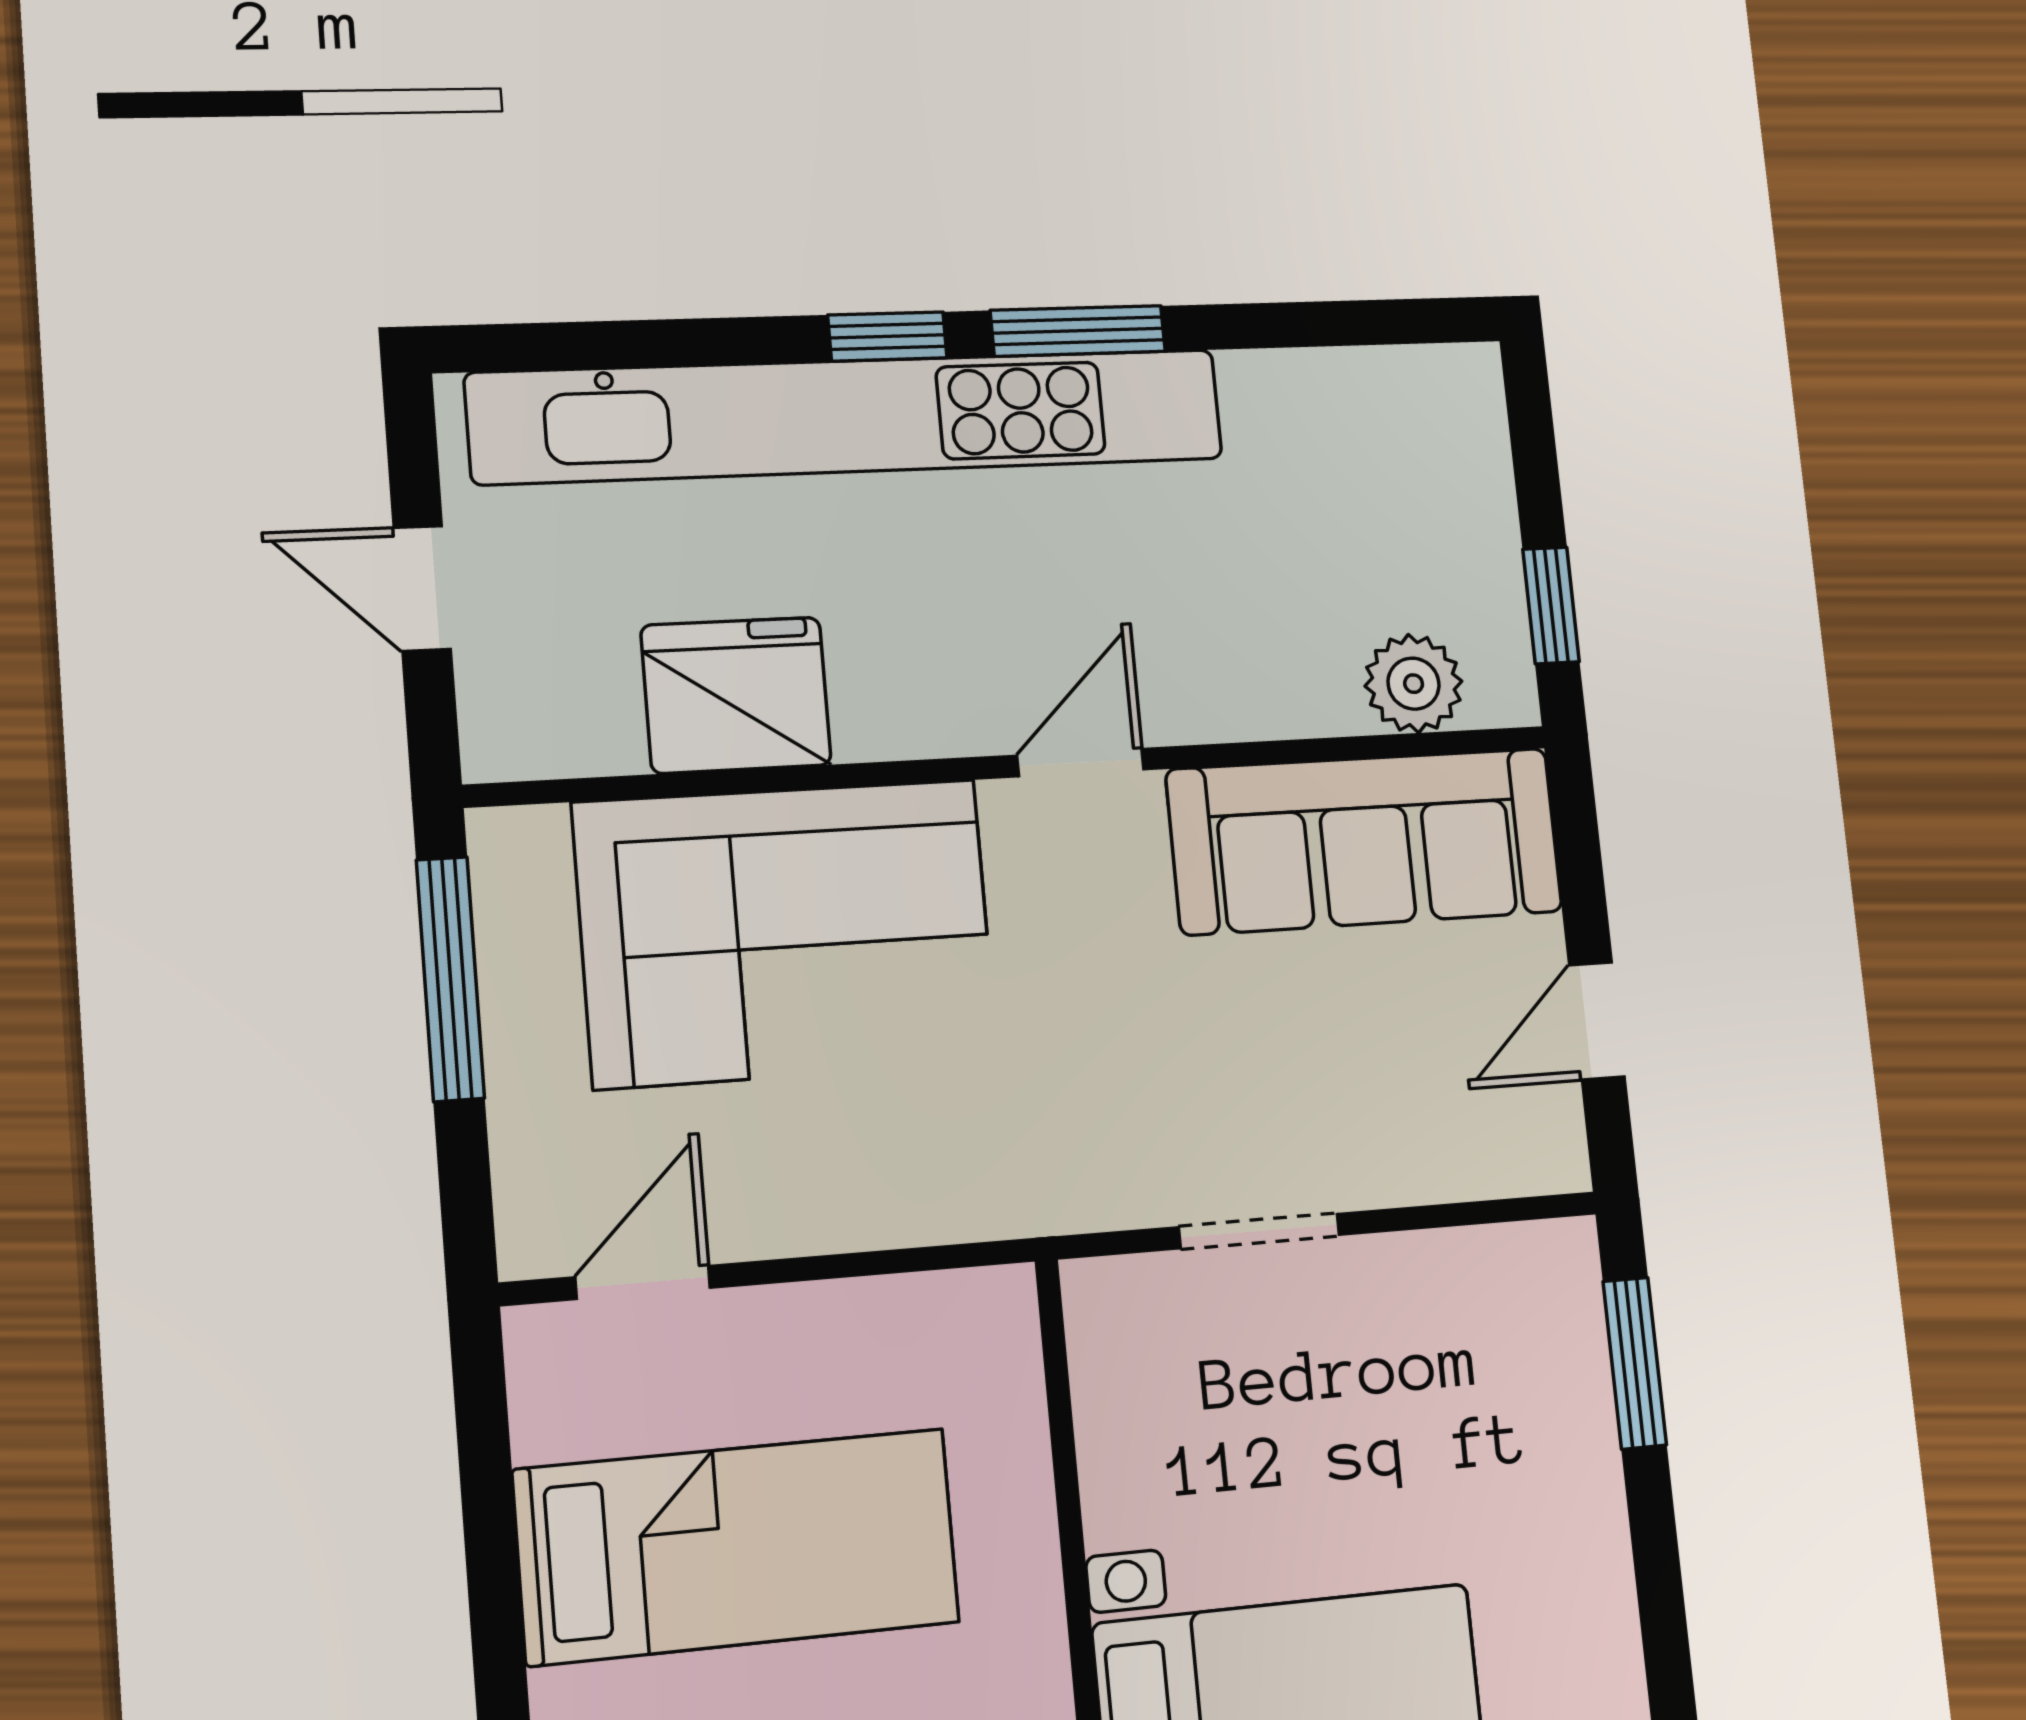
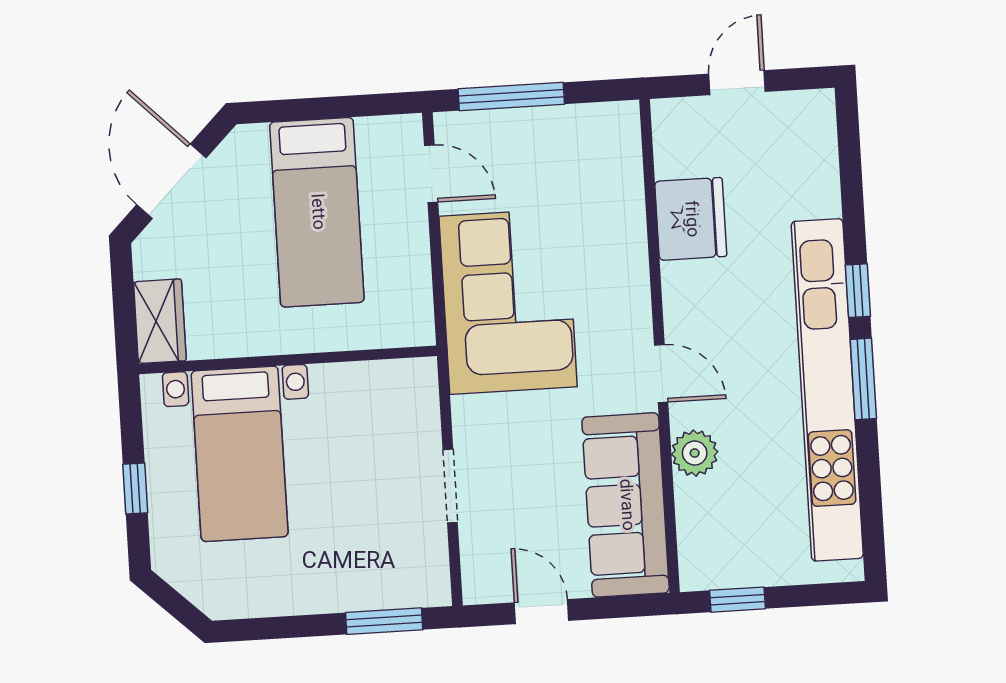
kitchen unit: (850, 416) -> (827, 390), moved
plant: (1414, 684) -> (695, 453), moved
corner sofa: (786, 933) -> (508, 301), moved, turned 180
window: (450, 979) -> (511, 96), moved
doorway: (1259, 1231) -> (450, 486), moved

